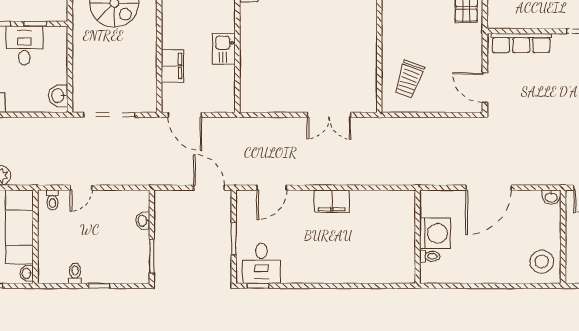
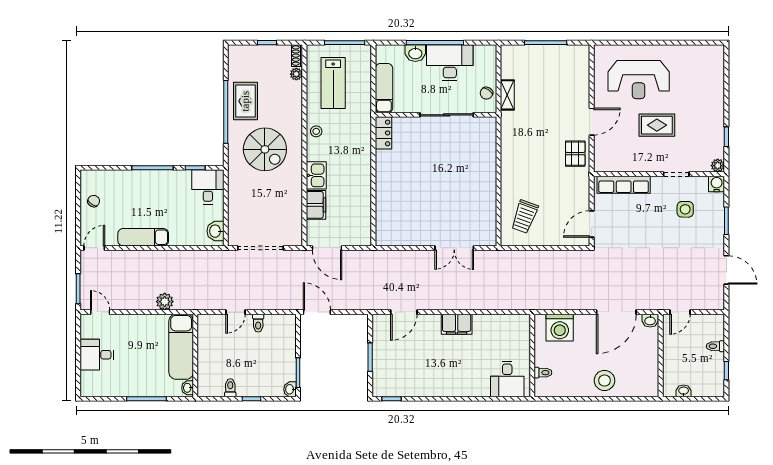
desk: (24, 46) -> (208, 187), moved
kitchen sink: (224, 49) -> (316, 175), moved, turned 180
door: (485, 88) -> (592, 224), hinge flipped
door: (209, 188) -> (317, 312), moved
door: (488, 188) -> (616, 312), moved
toilet: (52, 200) -> (258, 323), moved
washbasin: (143, 221) -> (290, 389), moved
washing machine: (435, 233) -> (560, 328), moved, turned 90
stool: (542, 262) -> (604, 380), moved
desk: (261, 263) -> (507, 379), moved

